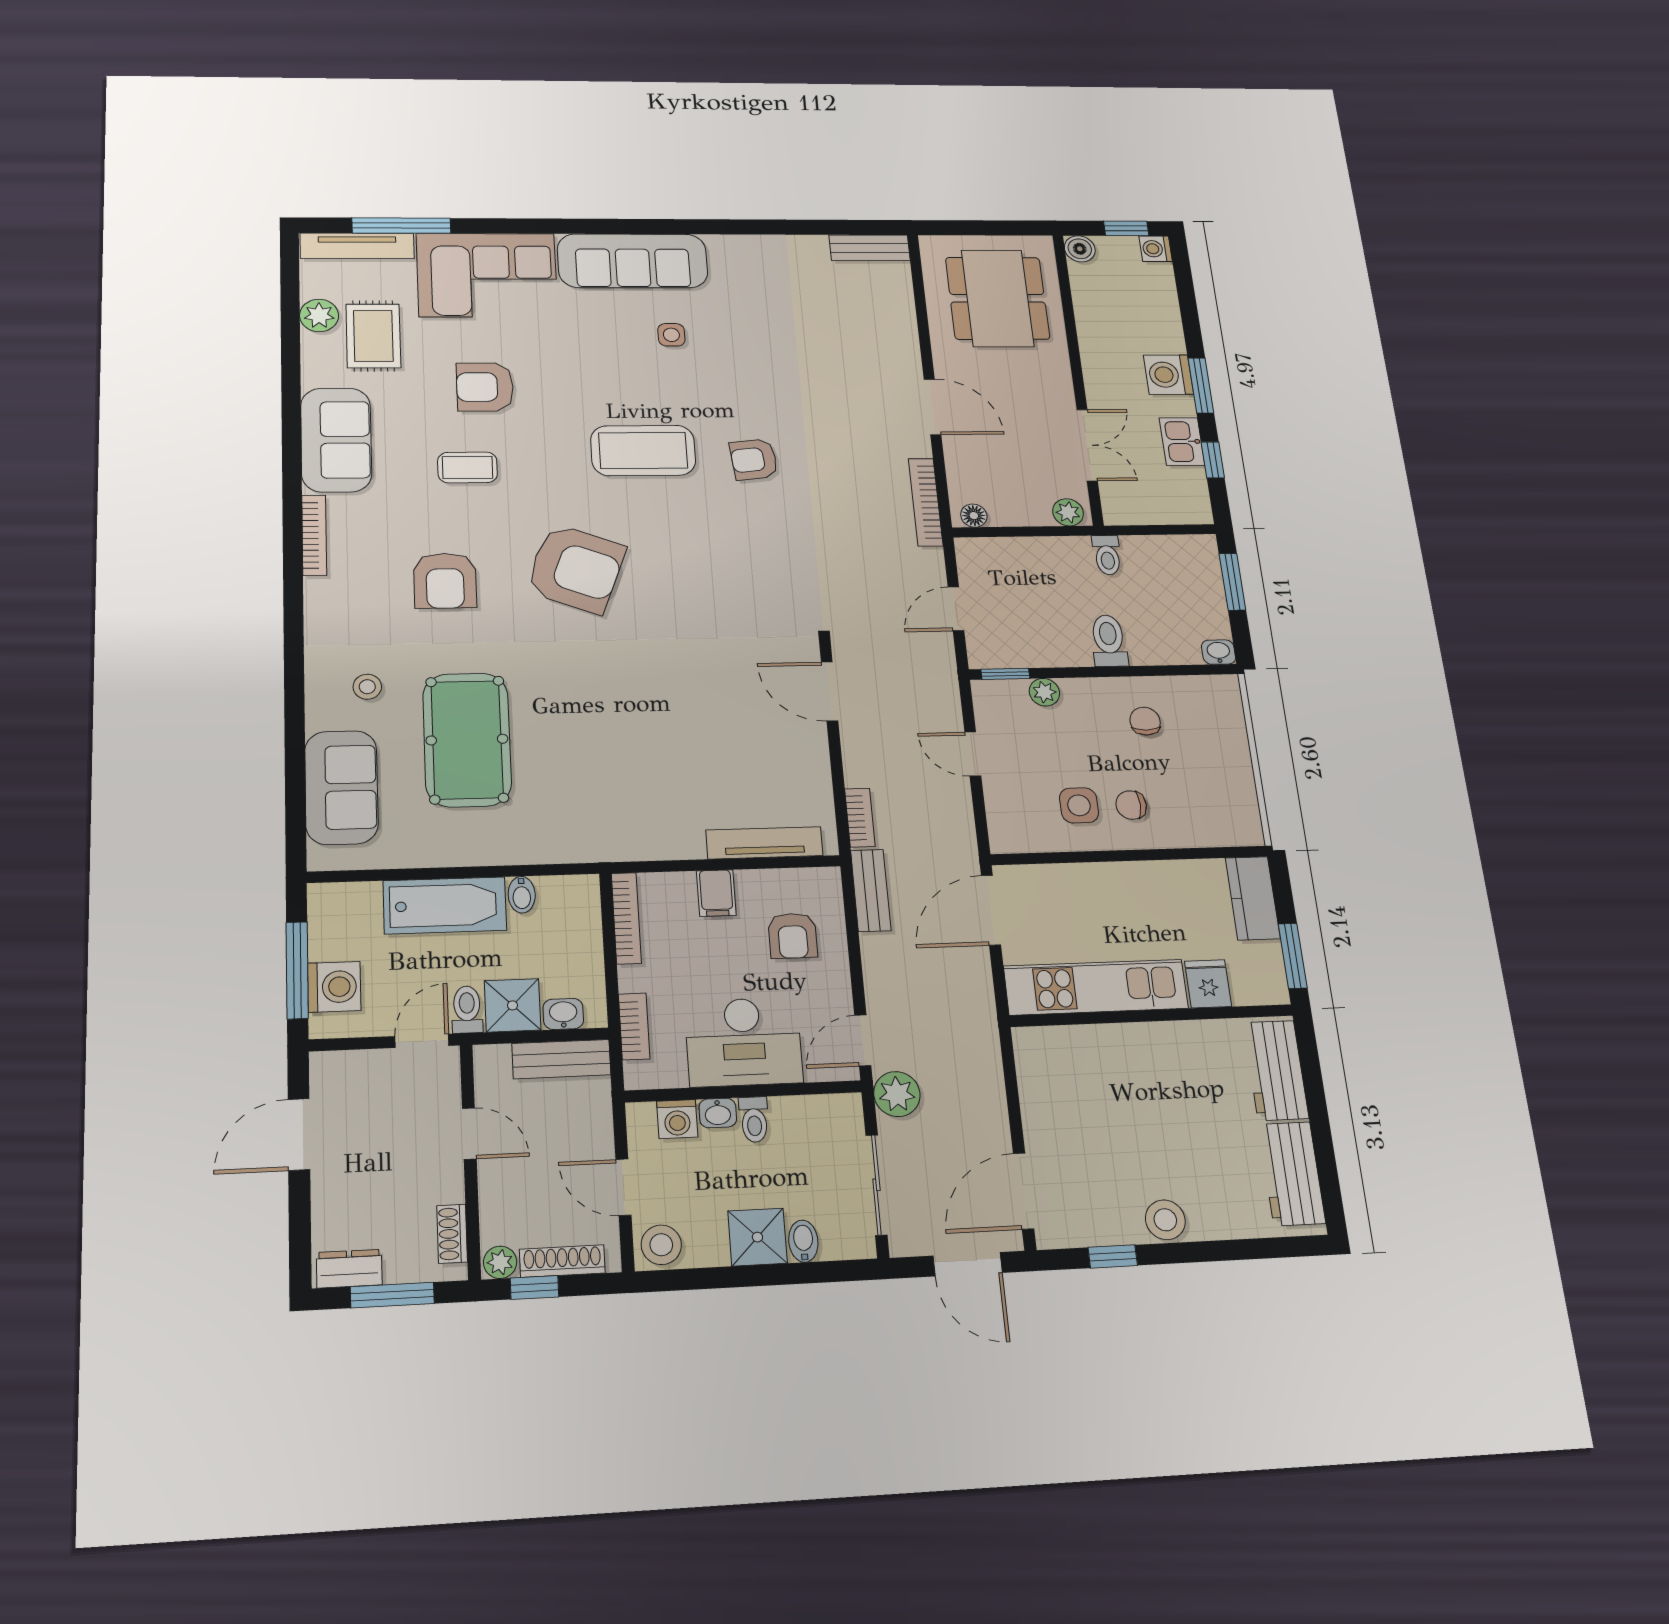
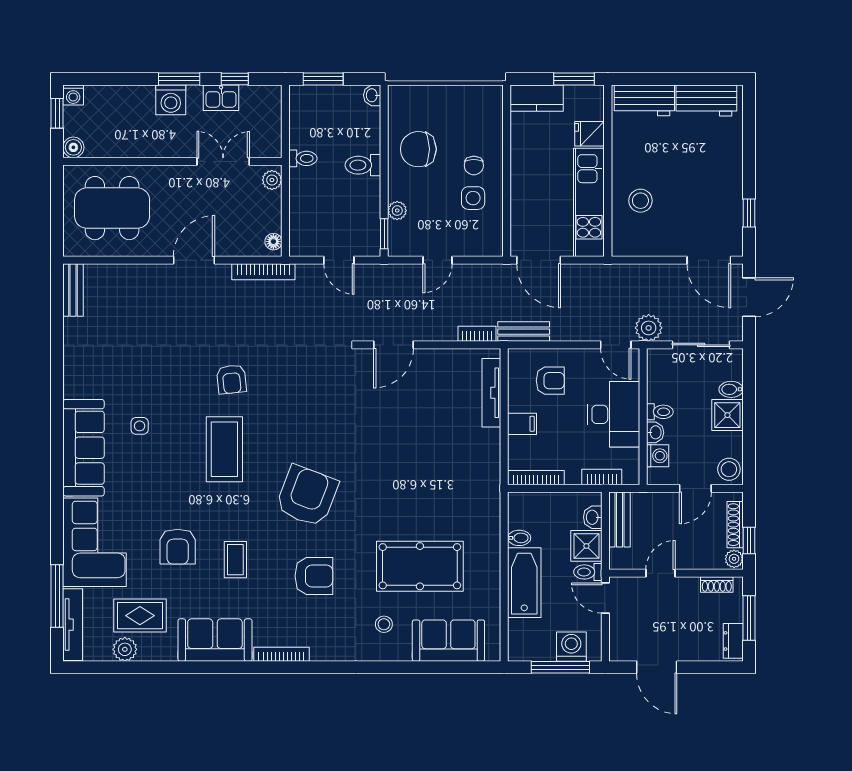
chair: (1145, 721) -> (418, 149), width x1.87, depth x1.87
stool: (1165, 1220) -> (640, 201), moved

